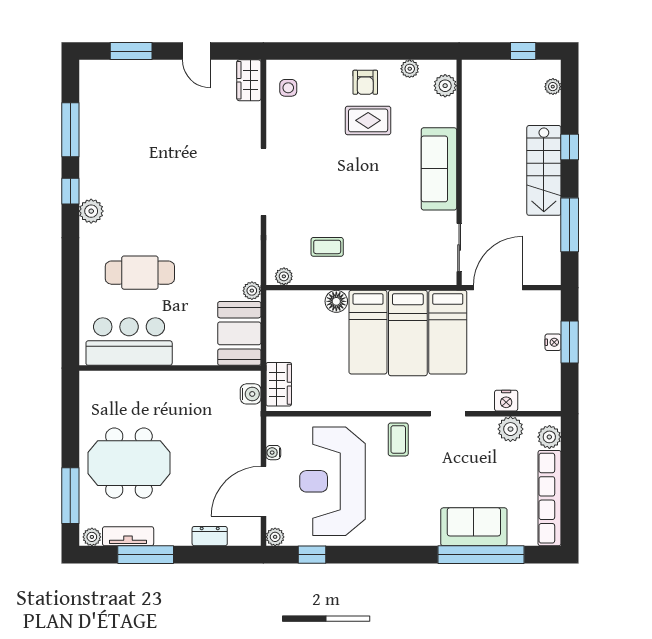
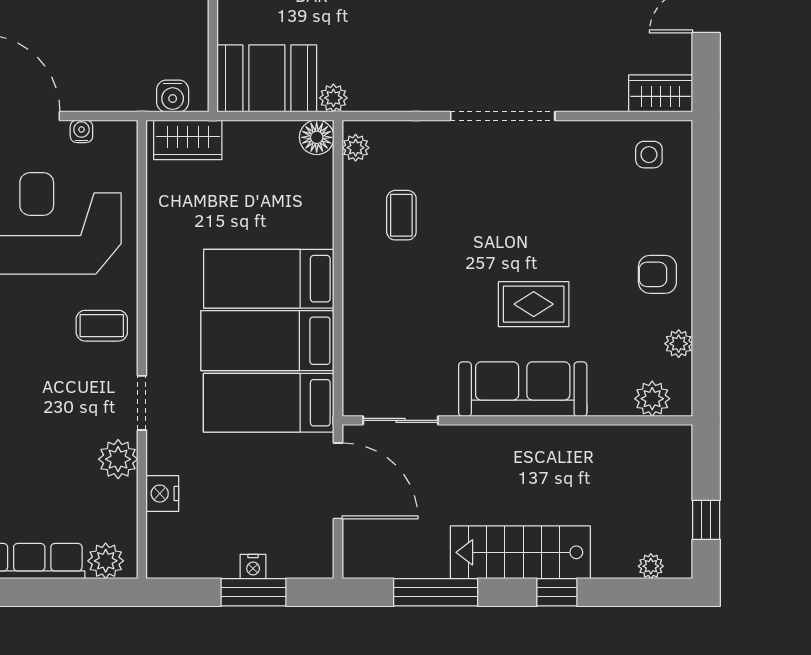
rug: (368, 120) -> (534, 304), moved, turned 90
floor lamp: (336, 301) -> (317, 137), moved
plant: (510, 429) -> (118, 459), moved

